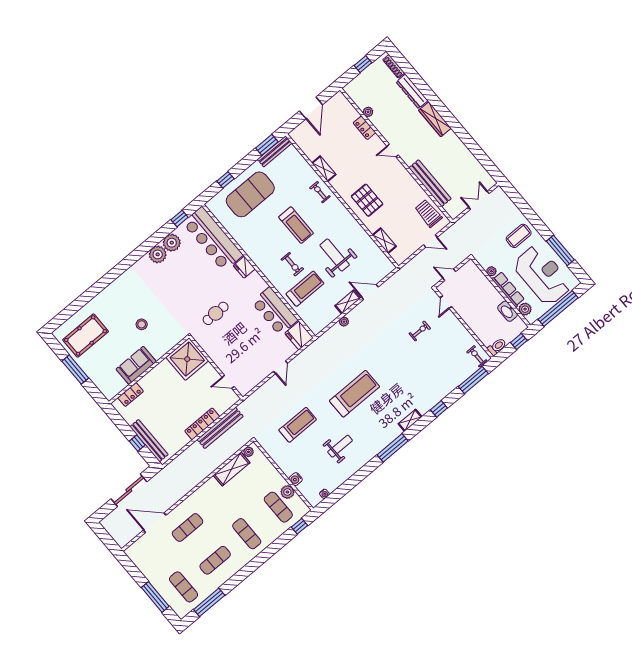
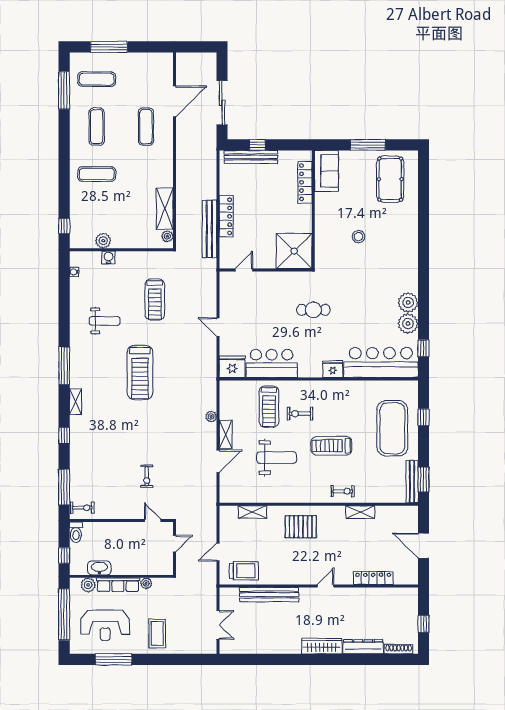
plant: (368, 112) -> (378, 593), removed
locker: (364, 128) -> (373, 578), width x1.53
reception desk: (542, 275) -> (105, 625), width x0.74, depth x0.77
cafe table: (216, 313) -> (313, 310), turned 90
sofa: (136, 365) -> (326, 171), moved
locker: (131, 395) -> (305, 182), width x1.53
weight bench: (340, 446) -> (105, 321), turned -90
exercise mat: (278, 507) -> (97, 222), removed

